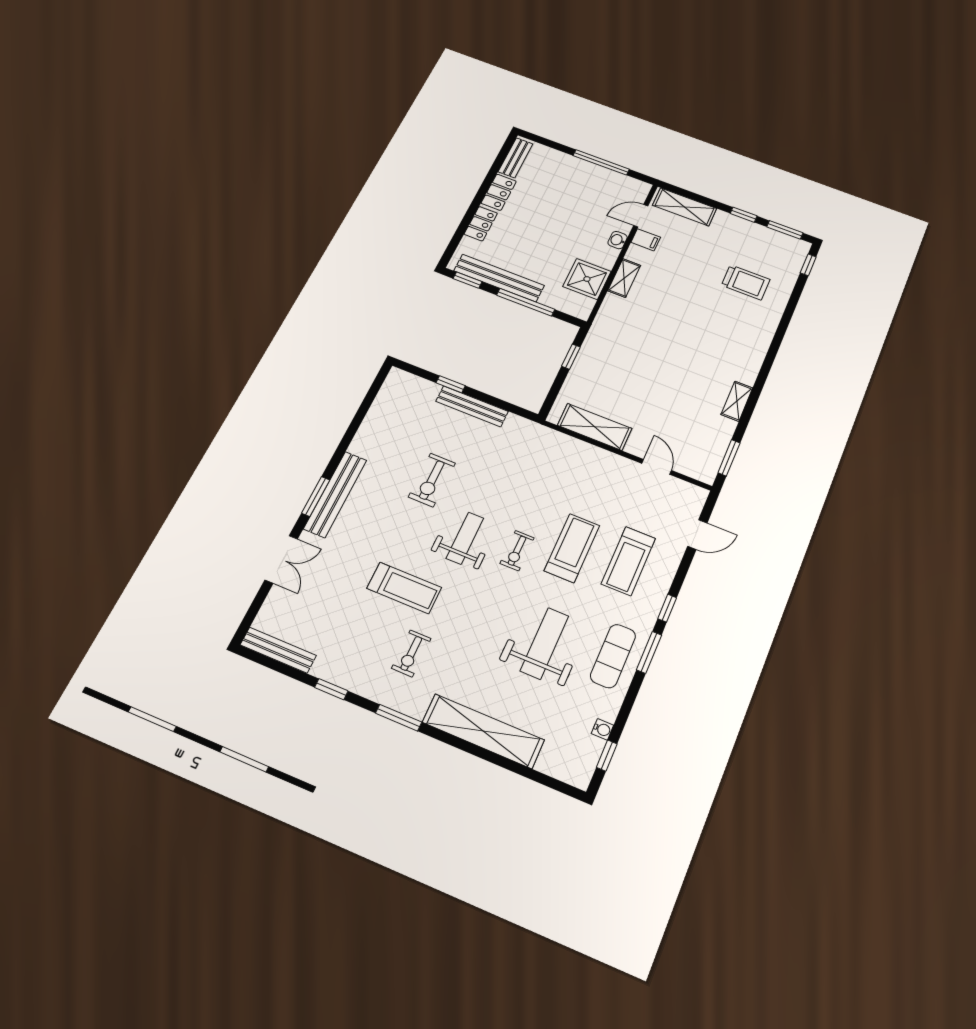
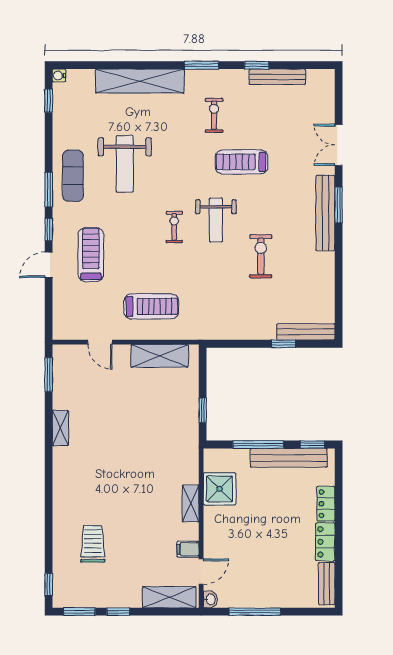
washbasin: (618, 240) -> (210, 599), moved
trolley: (746, 282) -> (93, 544), turned 90
bench: (472, 406) -> (306, 332), moved
door: (697, 535) -> (49, 265), moved
treadmill: (572, 548) -> (151, 306), moved, turned -90
bench: (278, 650) -> (277, 77), moved
water cooler: (602, 729) -> (59, 76), moved

